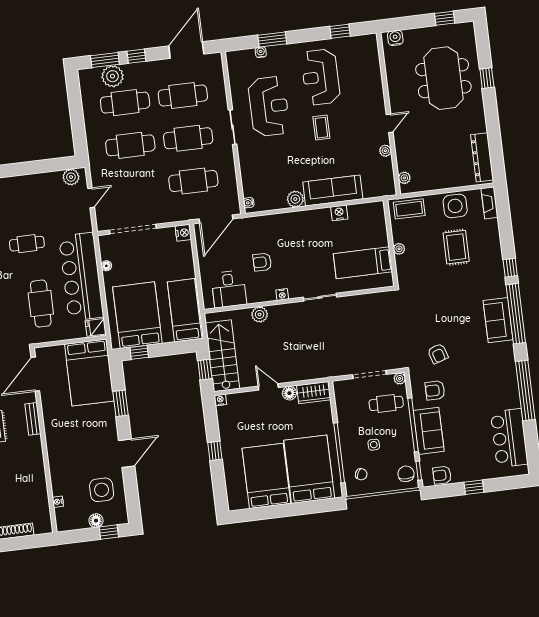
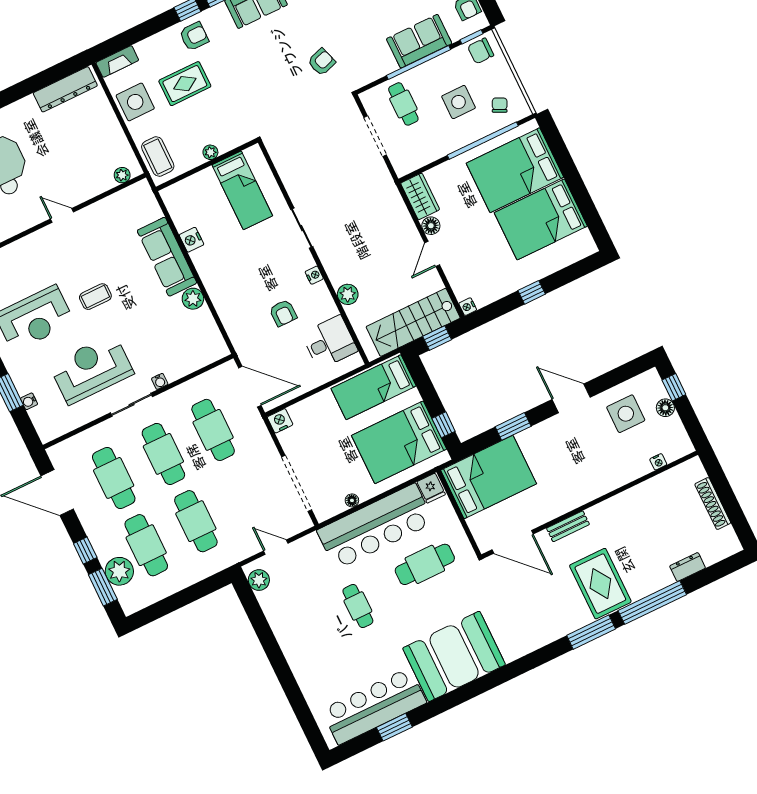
plant: (385, 151) -> (97, 209), removed
water cooler: (249, 203) -> (160, 381), moved
plant: (400, 378) -> (367, 98), removed
armchair: (435, 390) -> (194, 36), moved, turned -90
side table: (374, 445) -> (459, 102), width x1.87, depth x1.87

